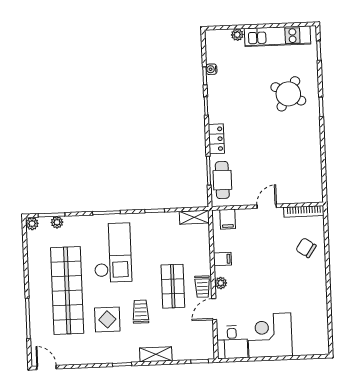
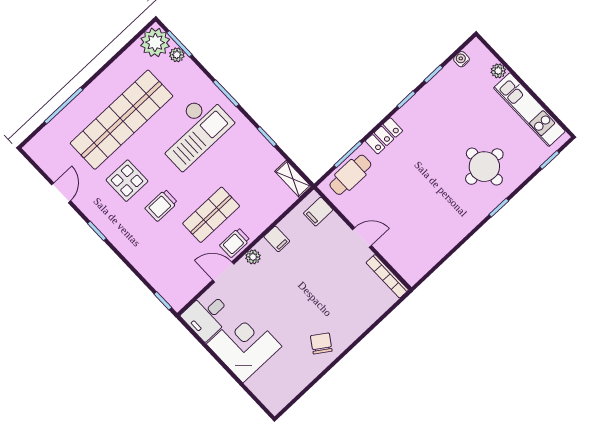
water cooler: (211, 69) -> (461, 59), moved
round table: (288, 94) -> (484, 167), turned -30
plant: (32, 224) -> (155, 42), width x1.87, depth x1.87
chair: (306, 248) -> (321, 343), moved
trolley: (141, 312) -> (161, 205), turned 180
shelving: (156, 354) -> (134, 254), removed
door: (46, 367) -> (61, 193), moved

